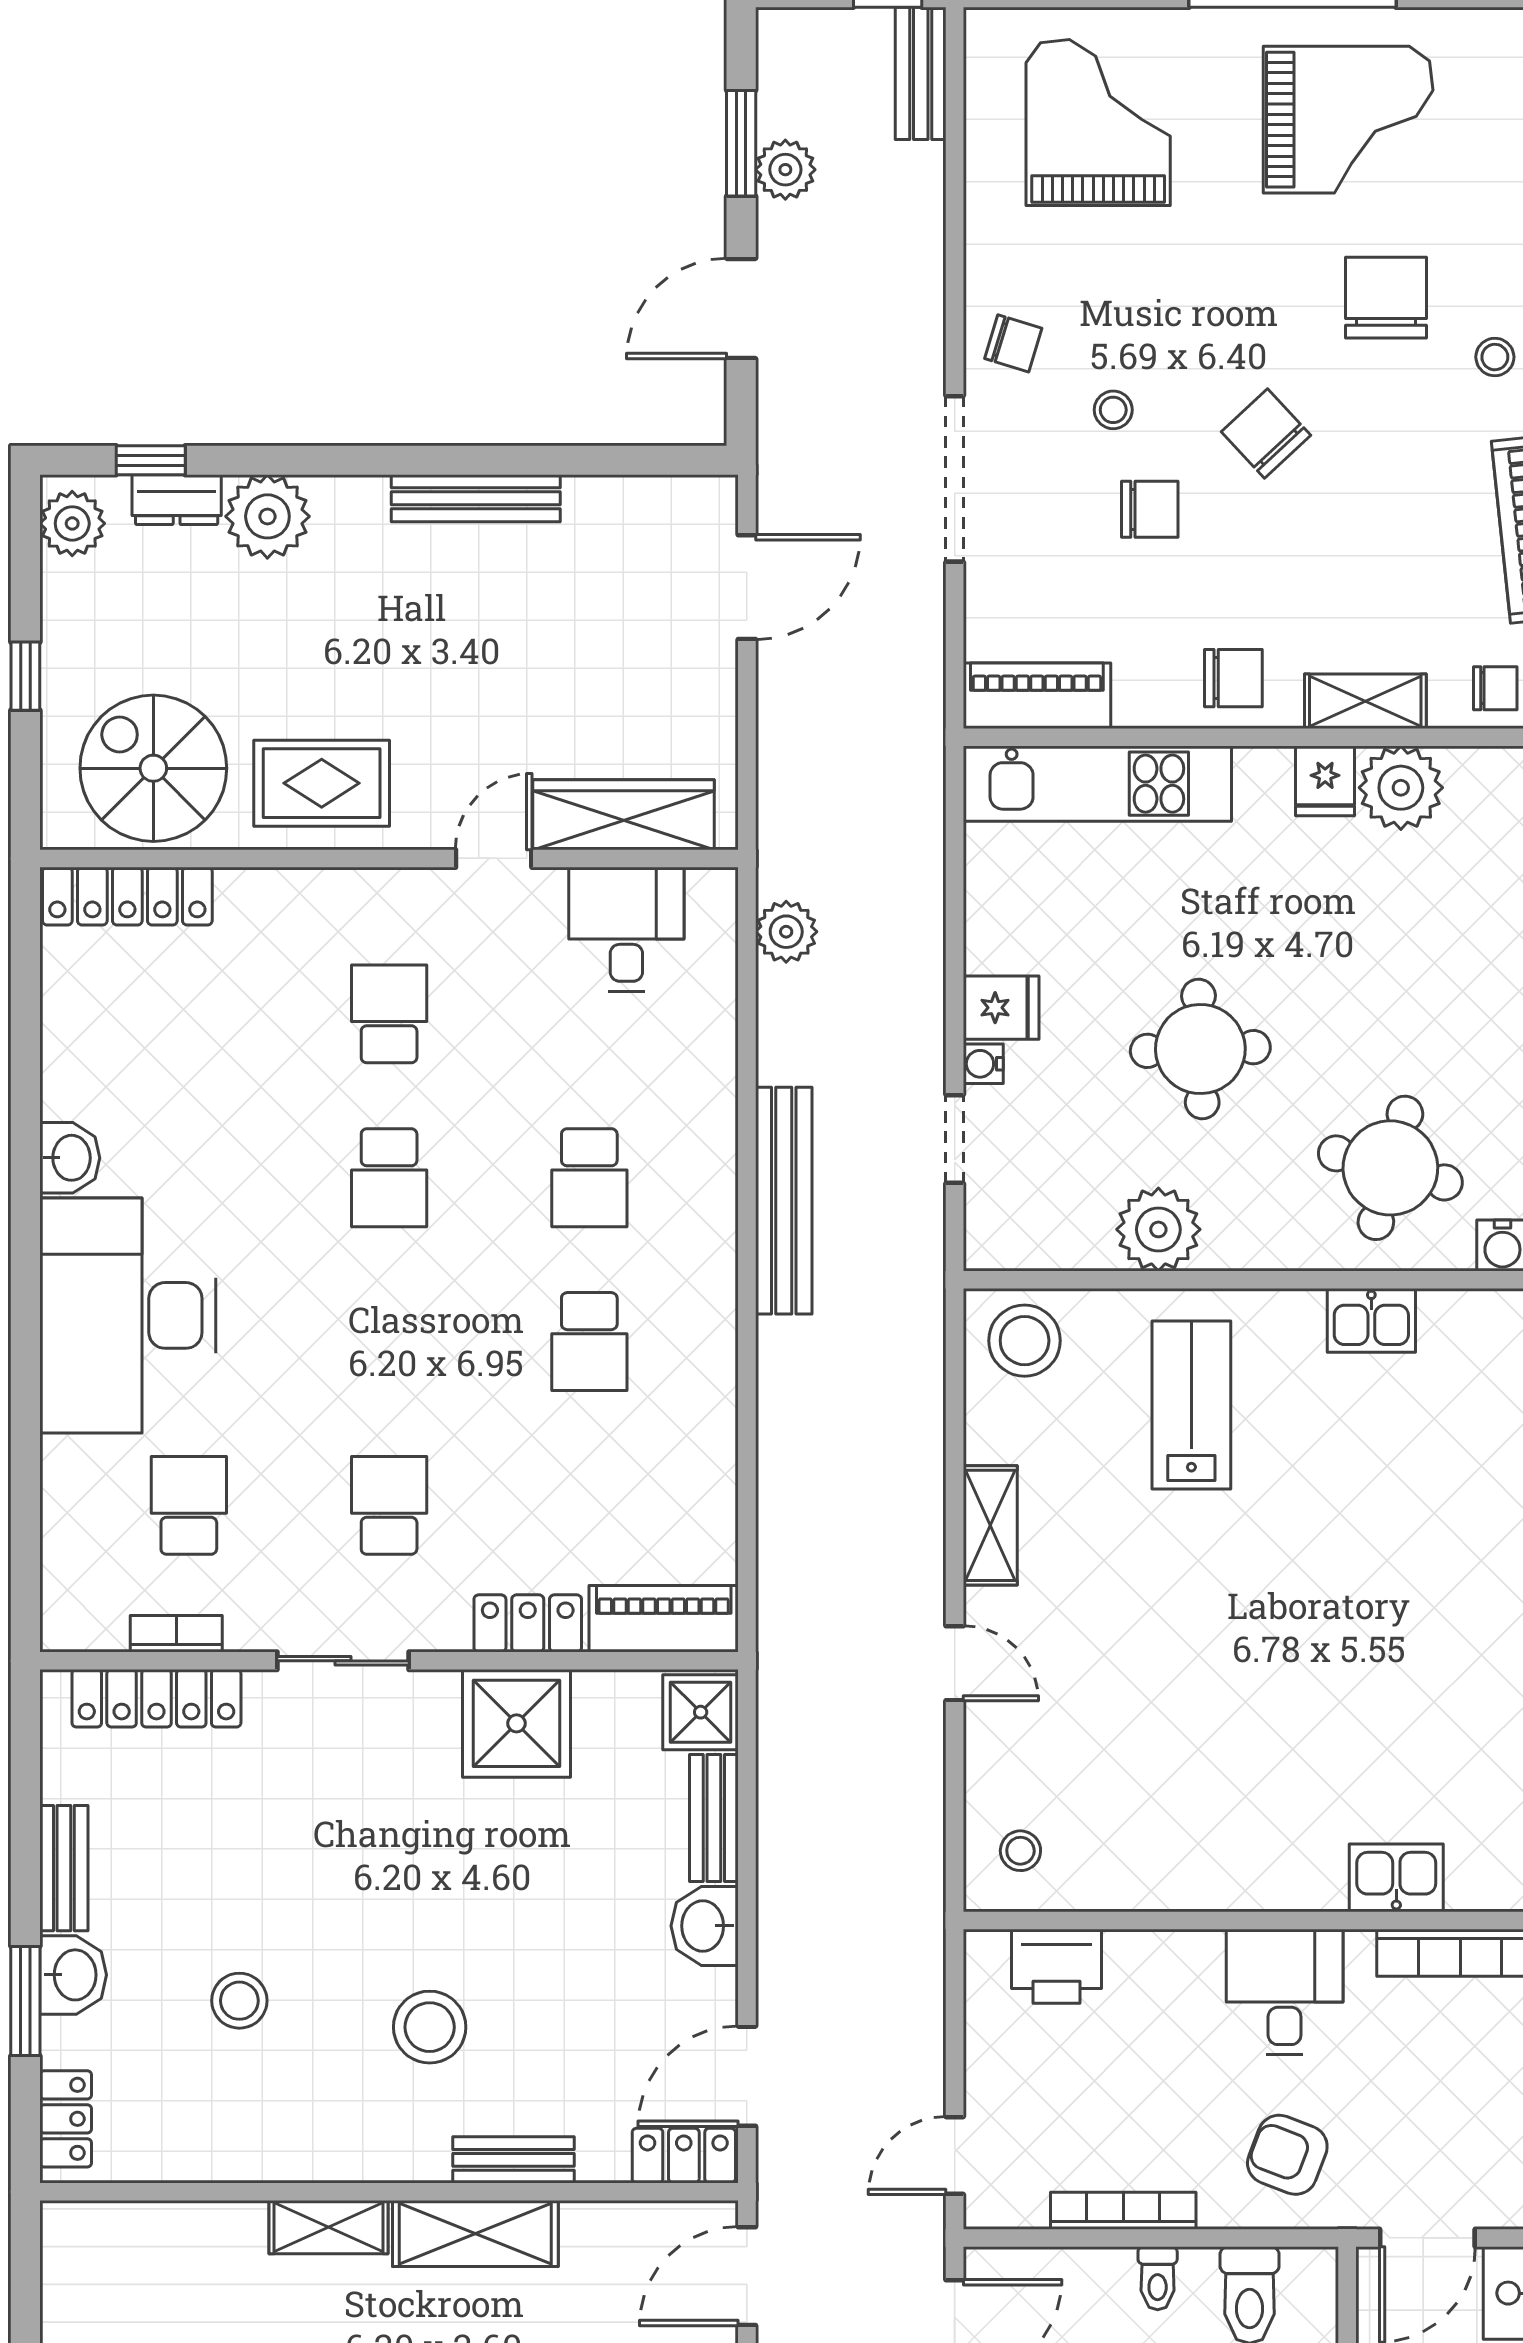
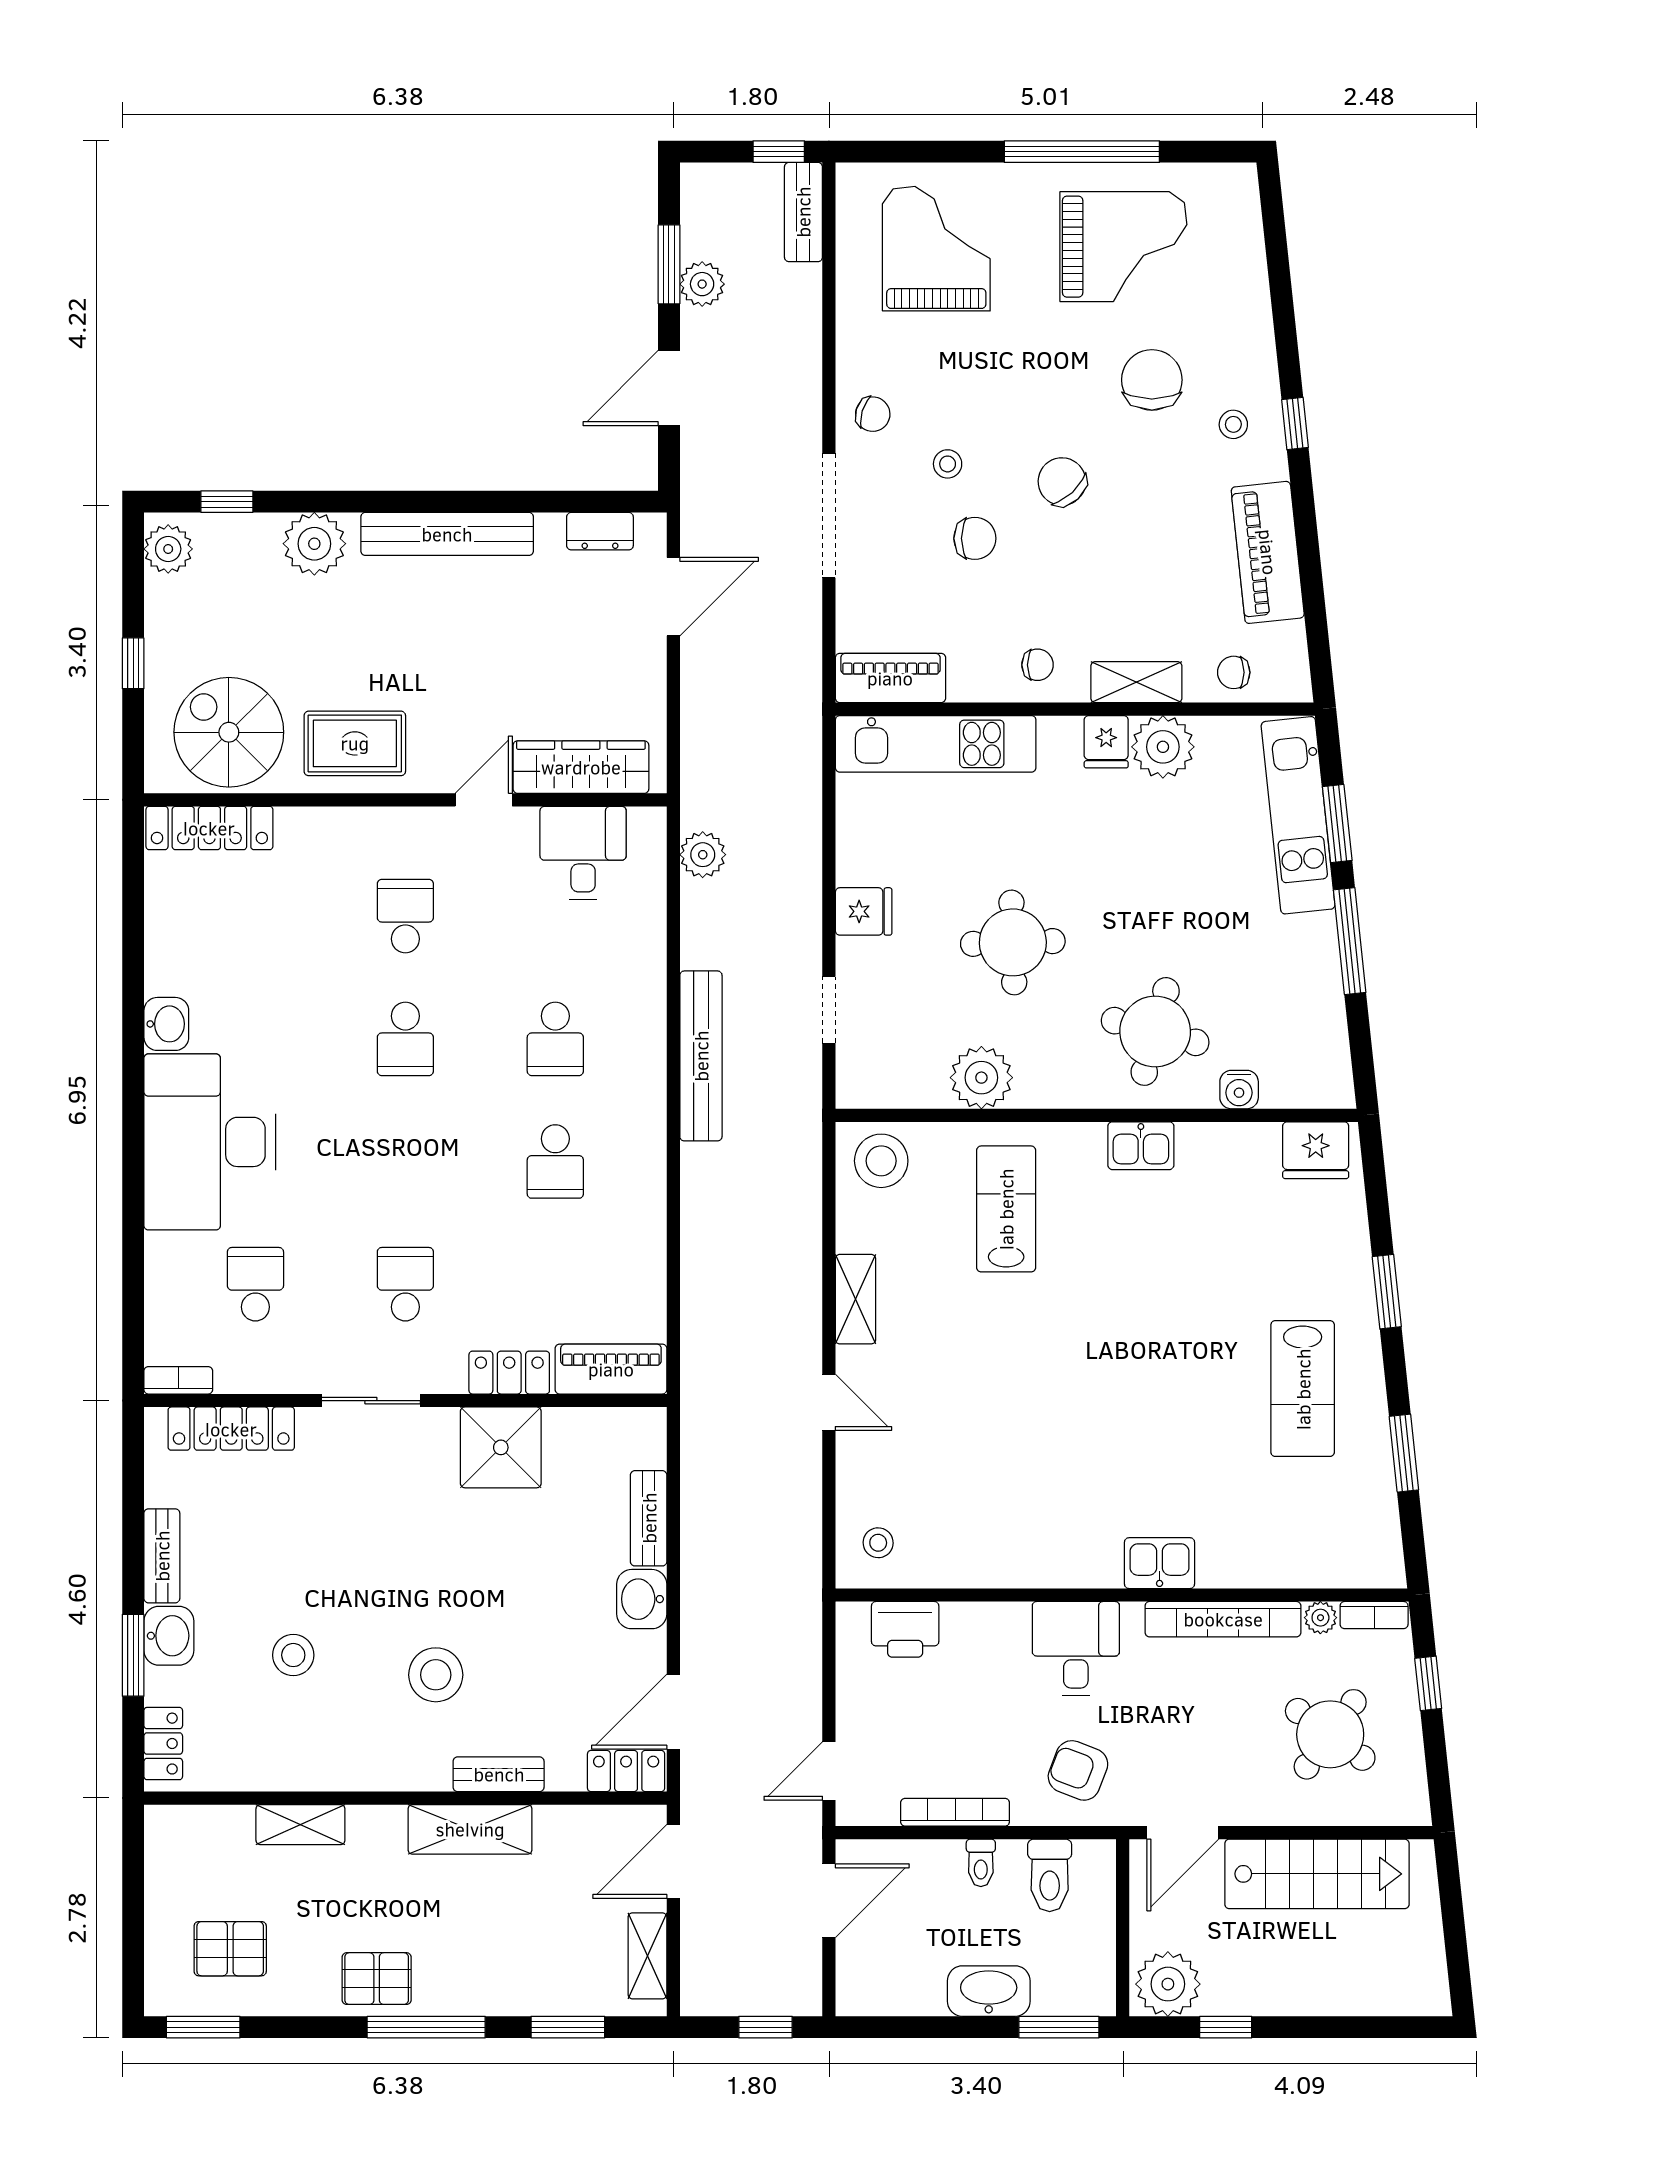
bench: (476, 498) -> (447, 534), width x1.37, depth x1.21
dresser: (177, 500) -> (600, 531), moved
chair: (1233, 678) -> (1038, 665), width x0.73, depth x0.73
chair: (1495, 688) -> (1234, 672), turned 180
water cooler: (983, 1064) -> (850, 954), removed
bookcase: (176, 1634) -> (178, 1380), moved
shower: (701, 1712) -> (639, 1439), removed
shelving: (329, 2227) -> (300, 1825), moved

